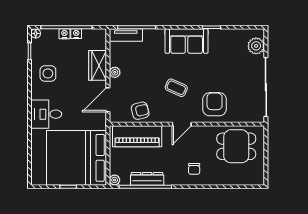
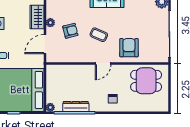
armchair: (140, 111) -> (70, 31), moved
piano: (137, 136) -> (68, 73), removed

